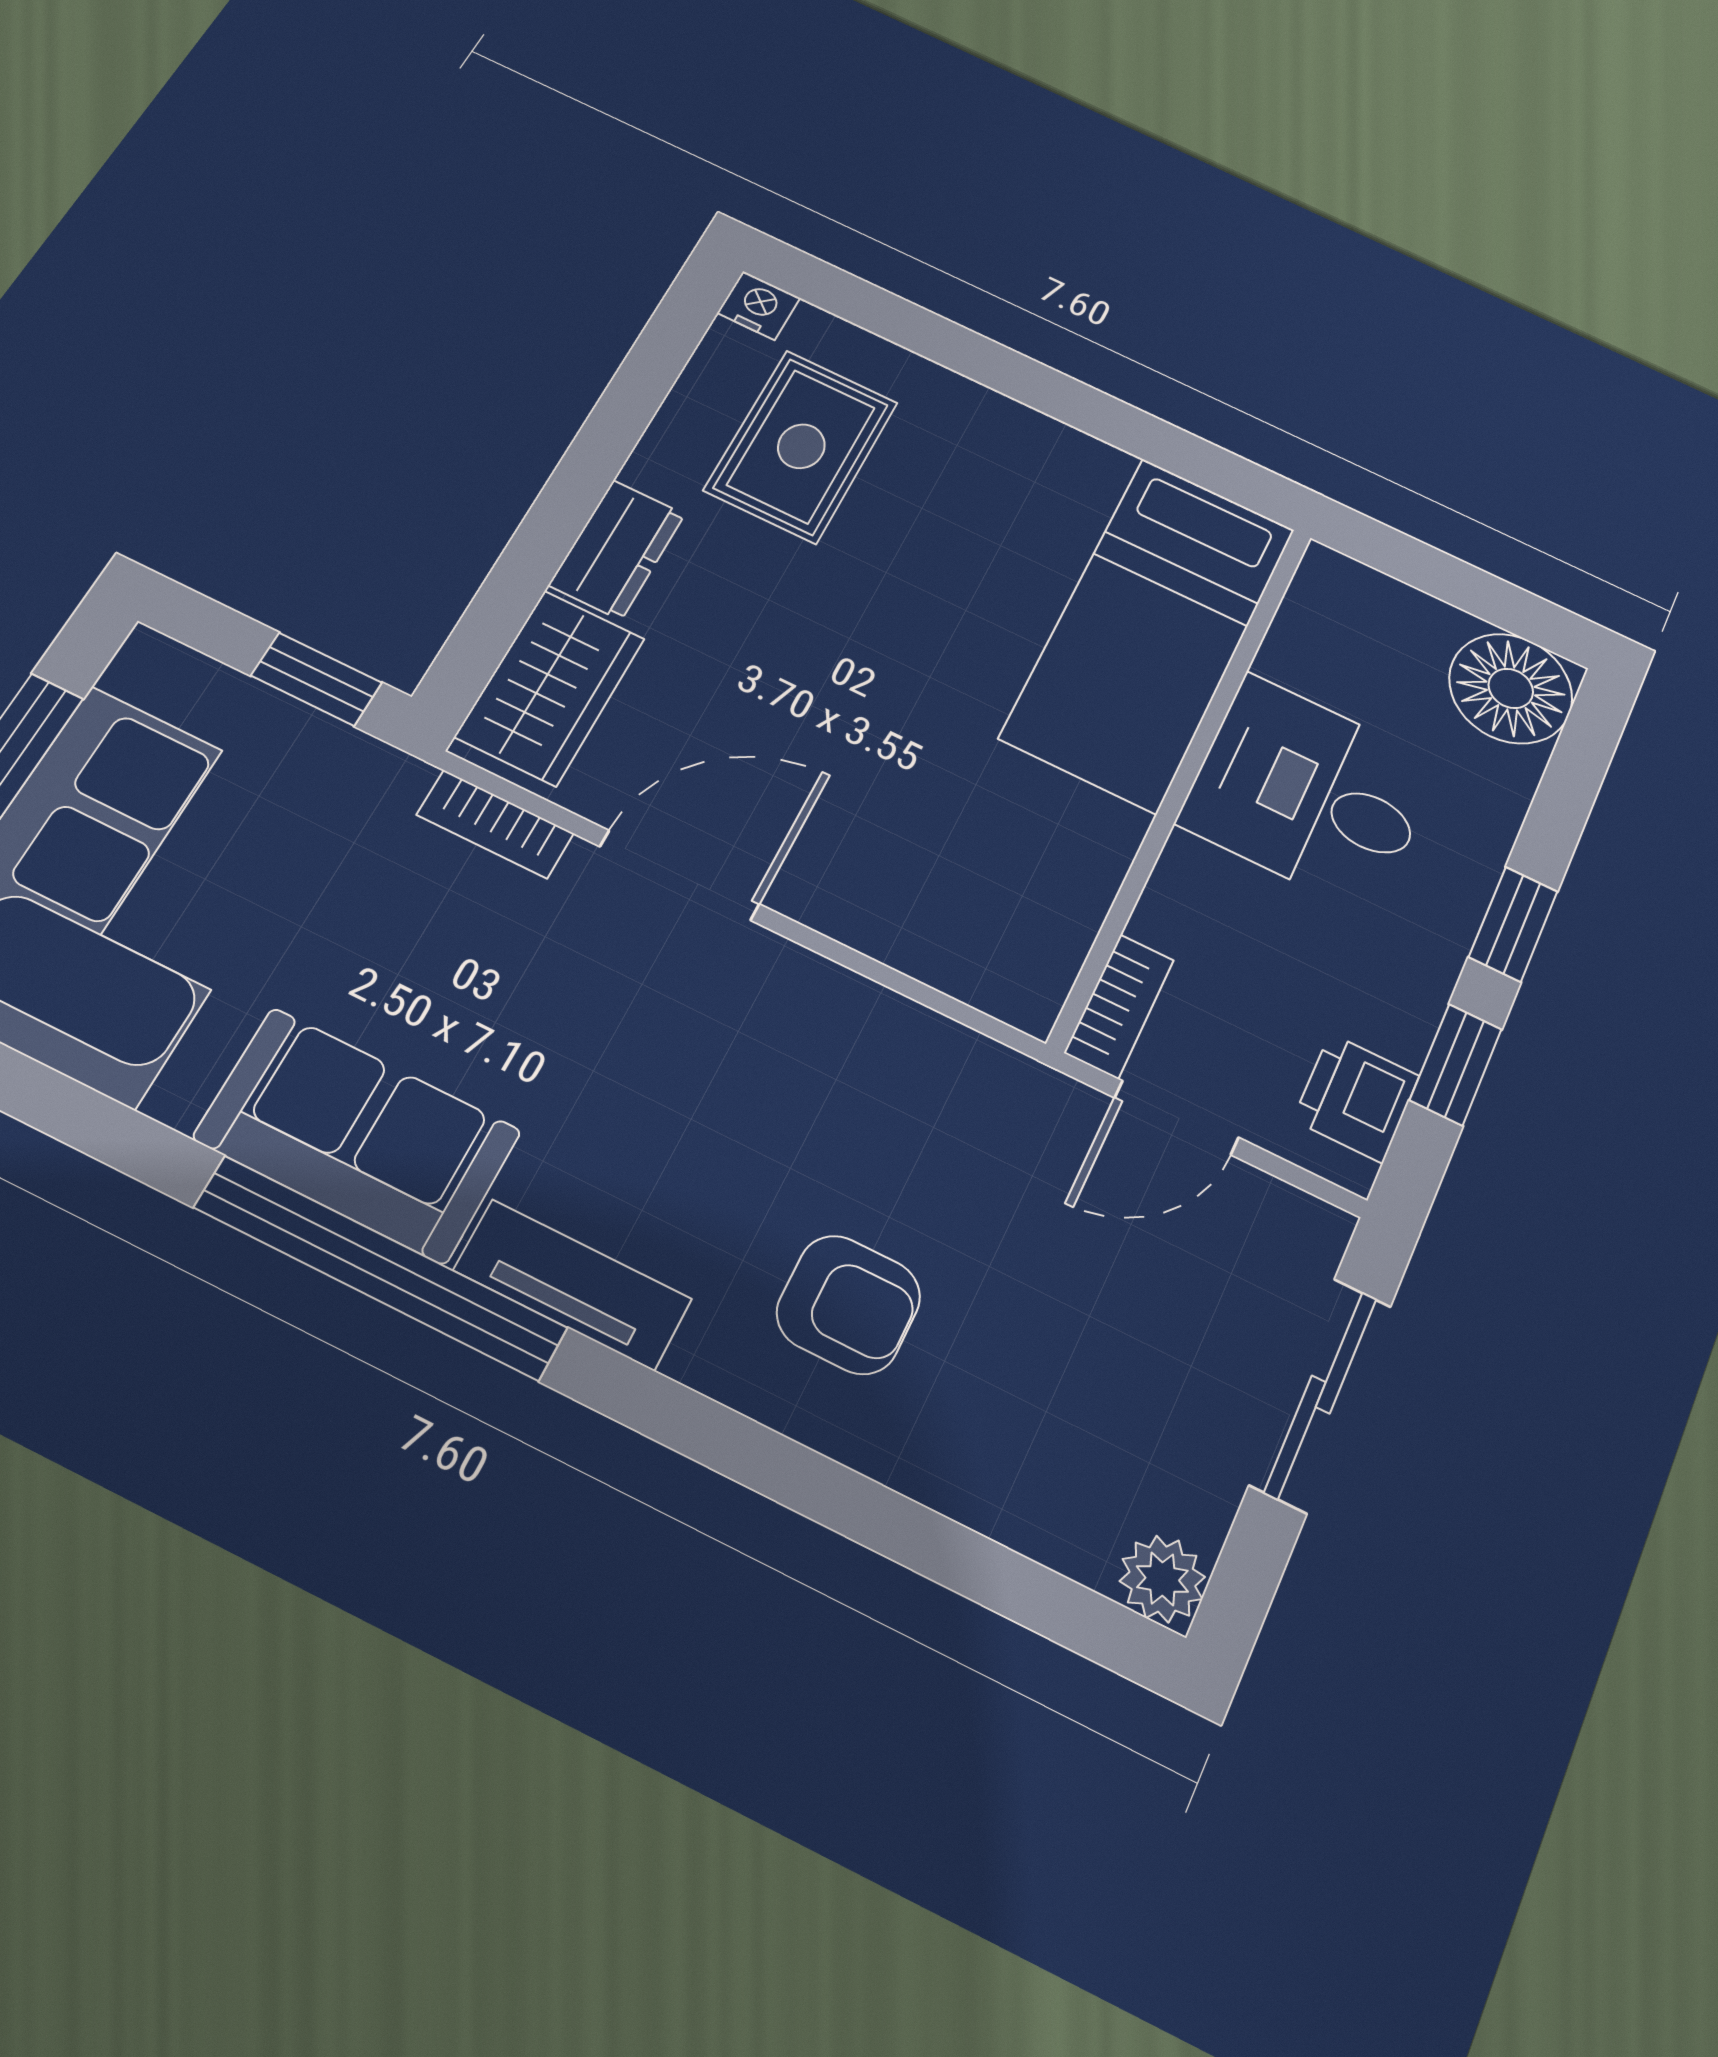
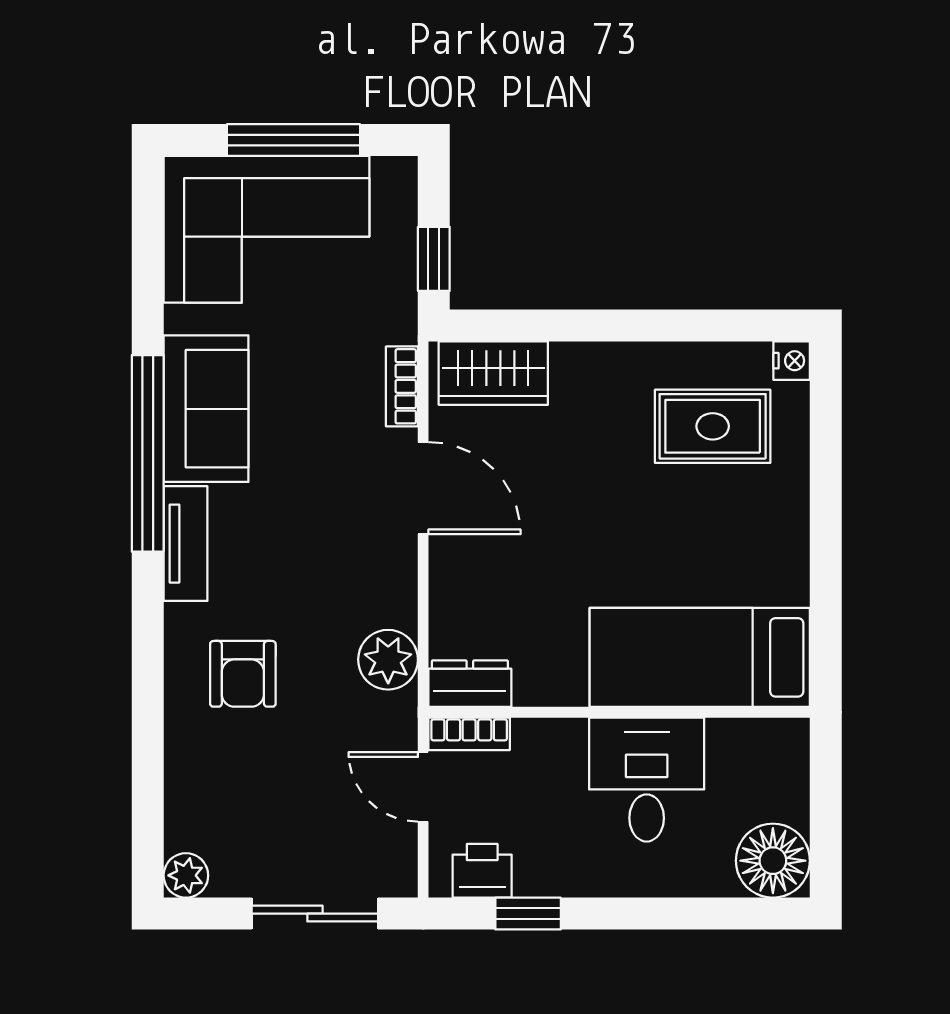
dresser: (617, 550) -> (470, 684), moved, turned 180
window: (1513, 924) -> (627, 914), removed
plant: (937, 1066) -> (388, 660), added

